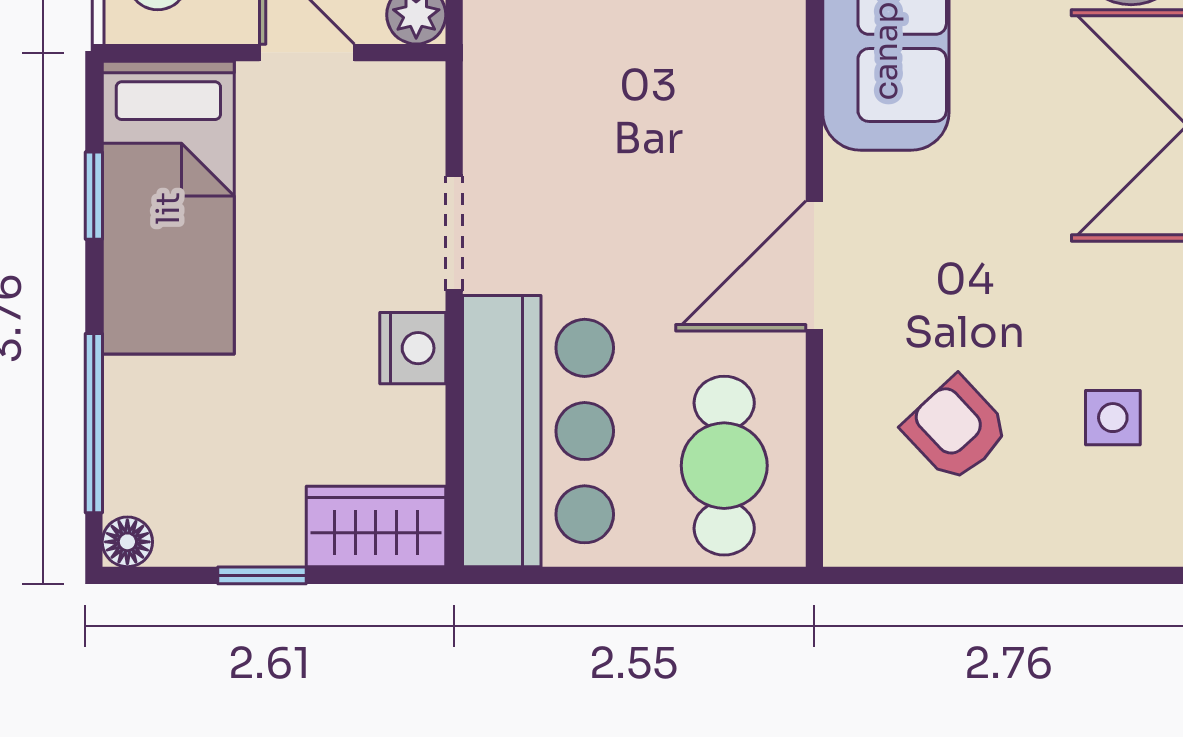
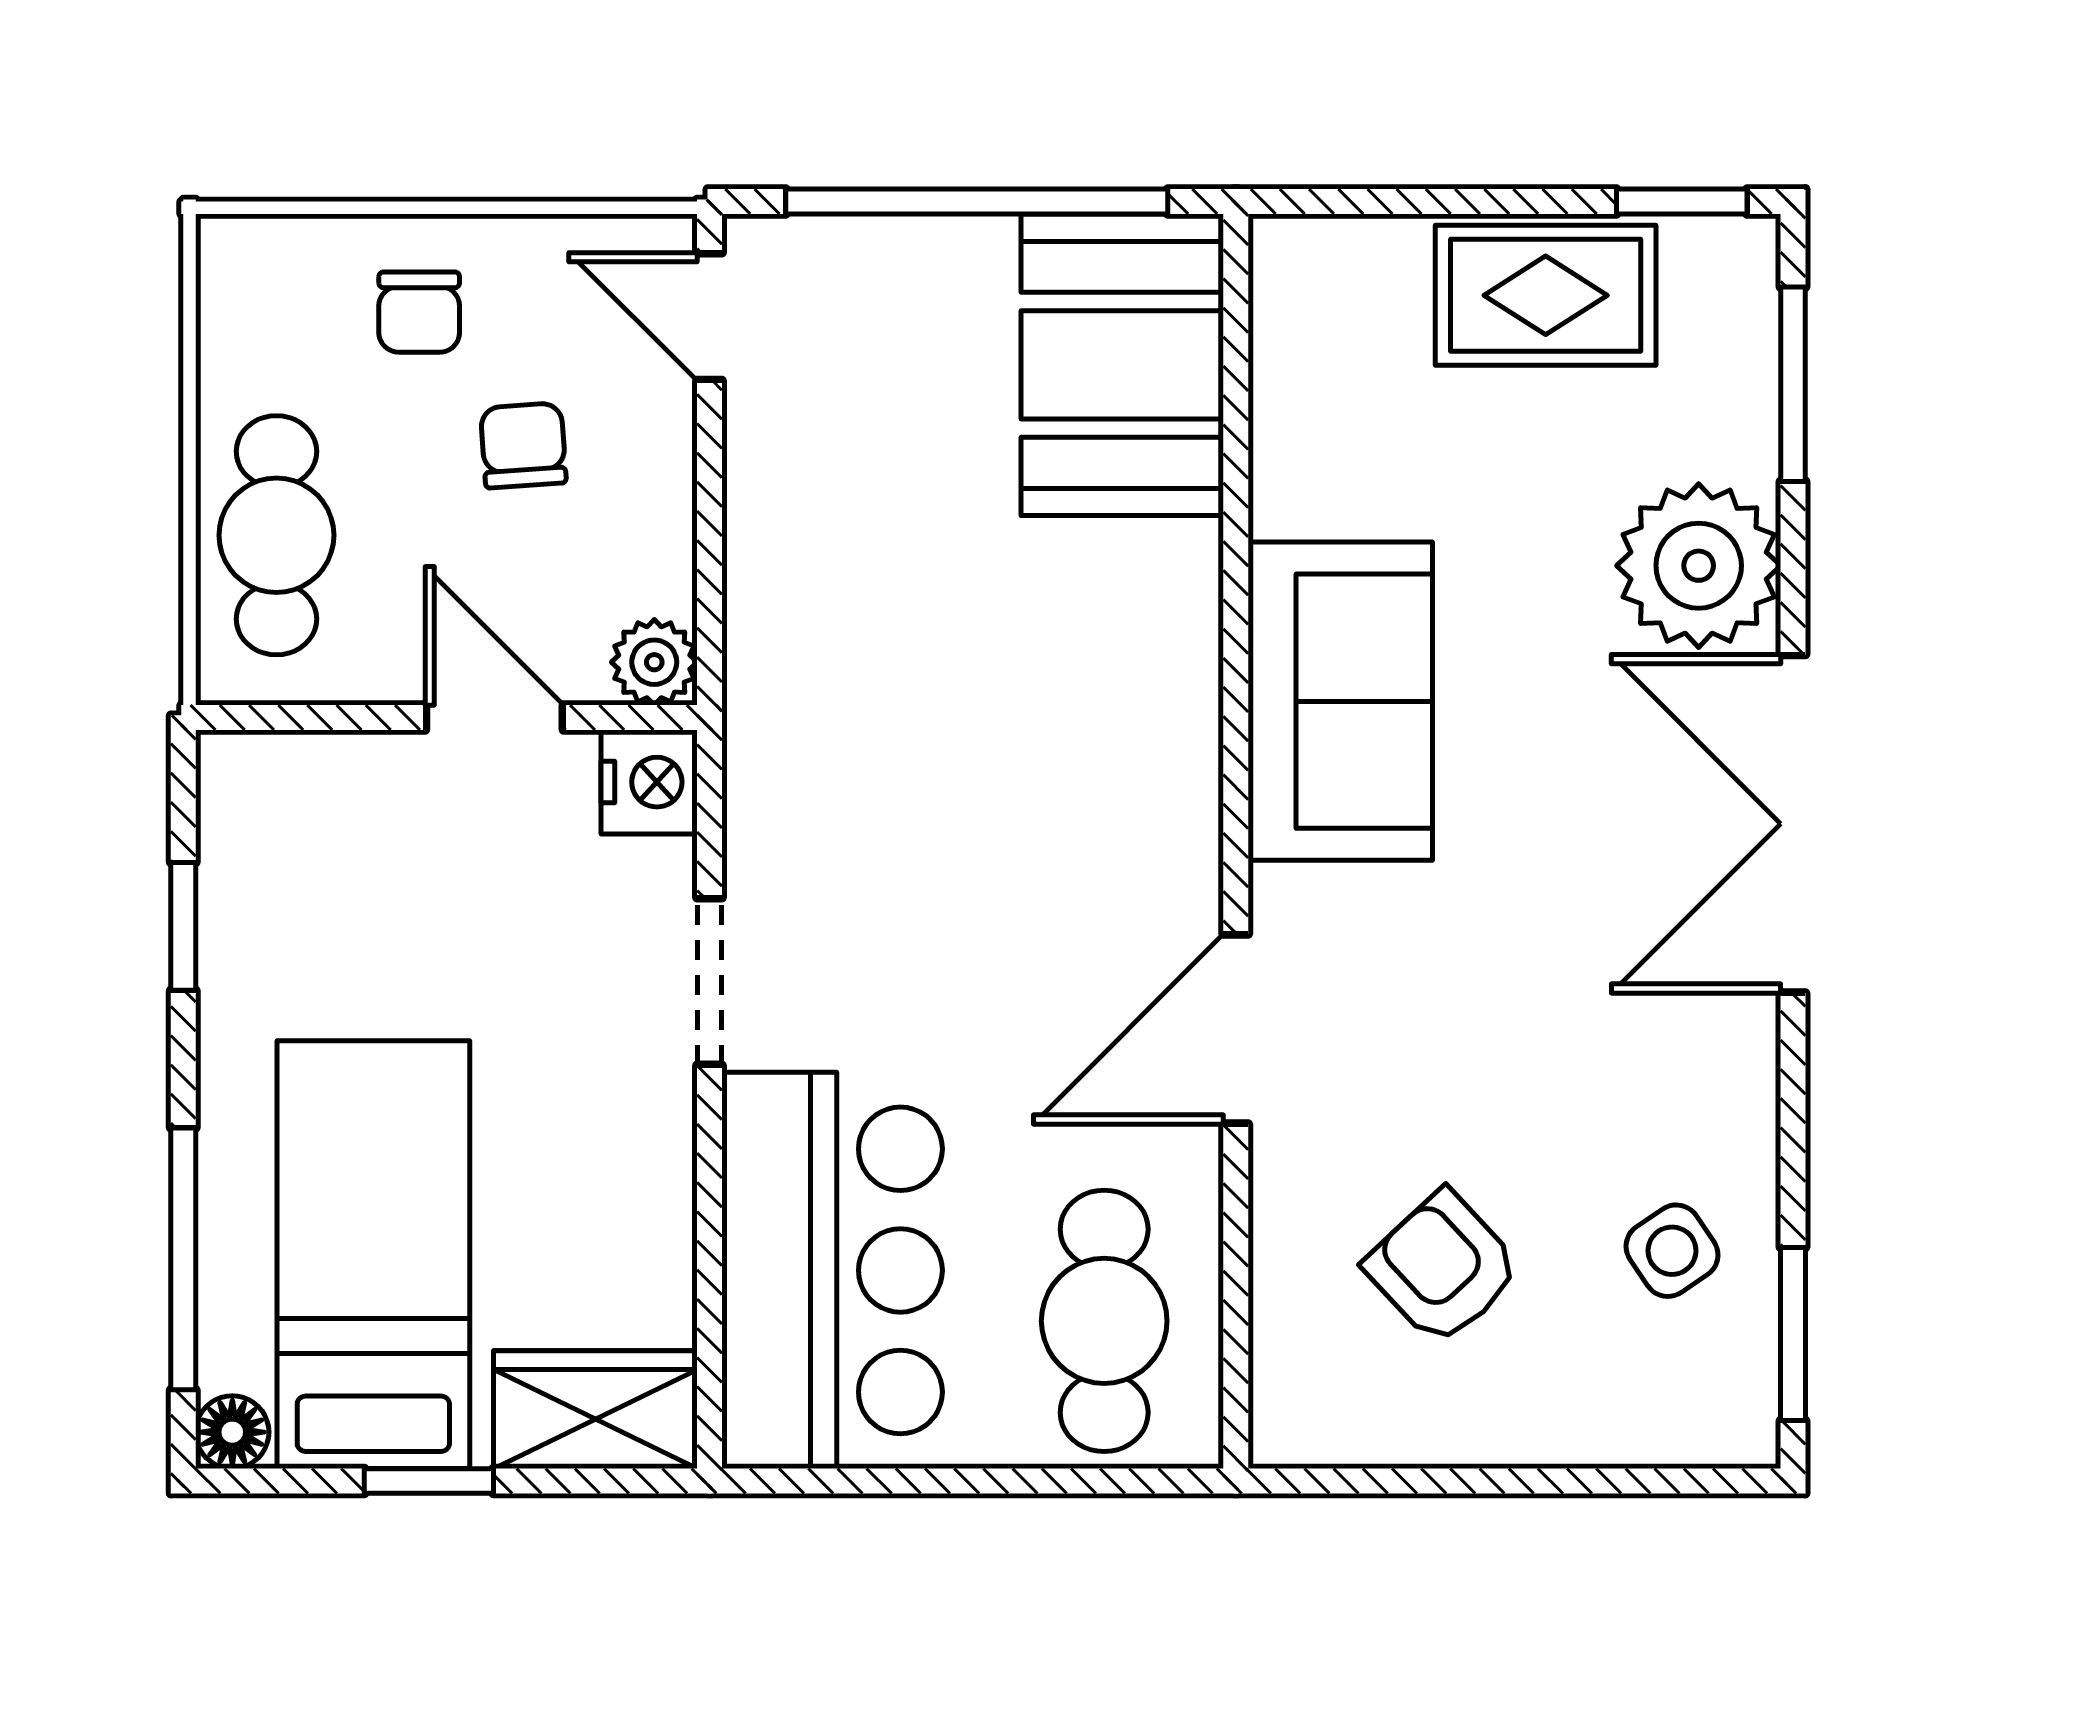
bed: (168, 208) -> (373, 1255), moved, turned 180
nightstand: (413, 348) -> (649, 782), moved
side table: (1113, 418) -> (1672, 1251), turned -34

